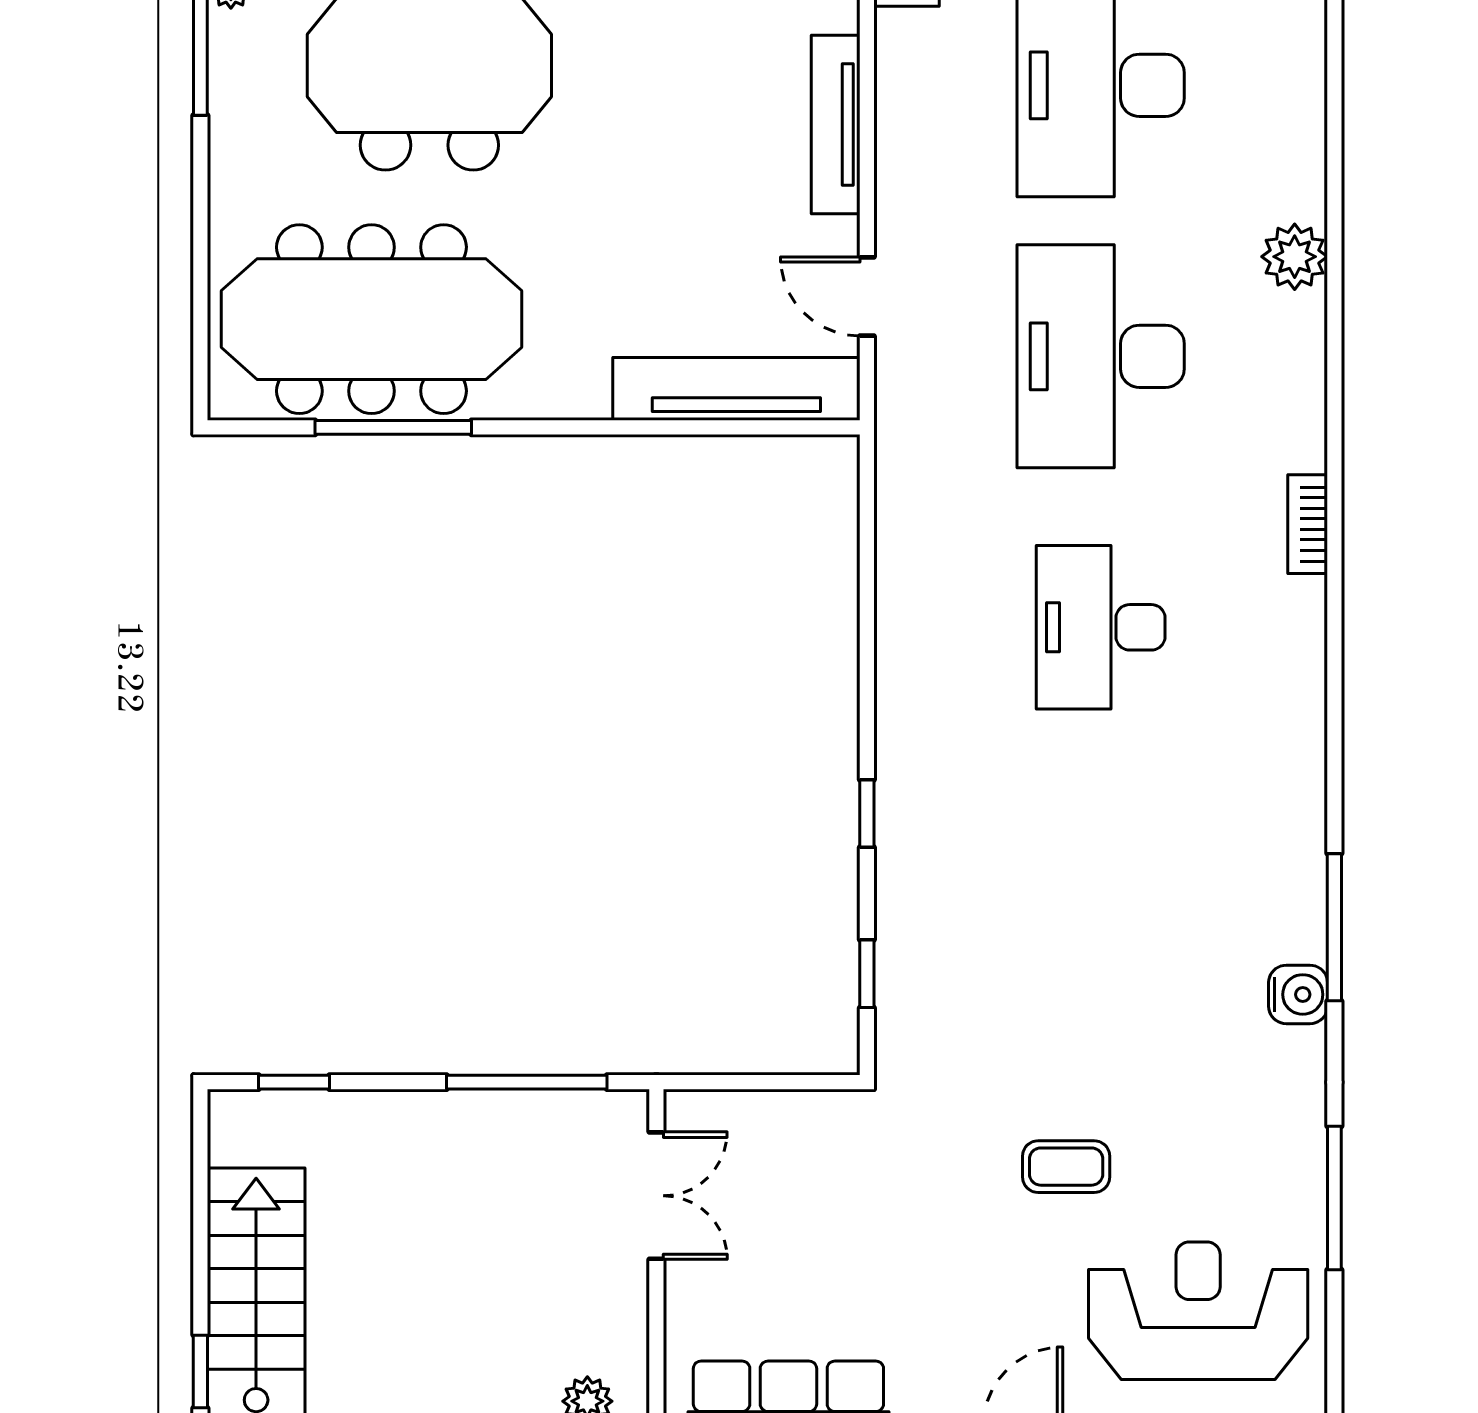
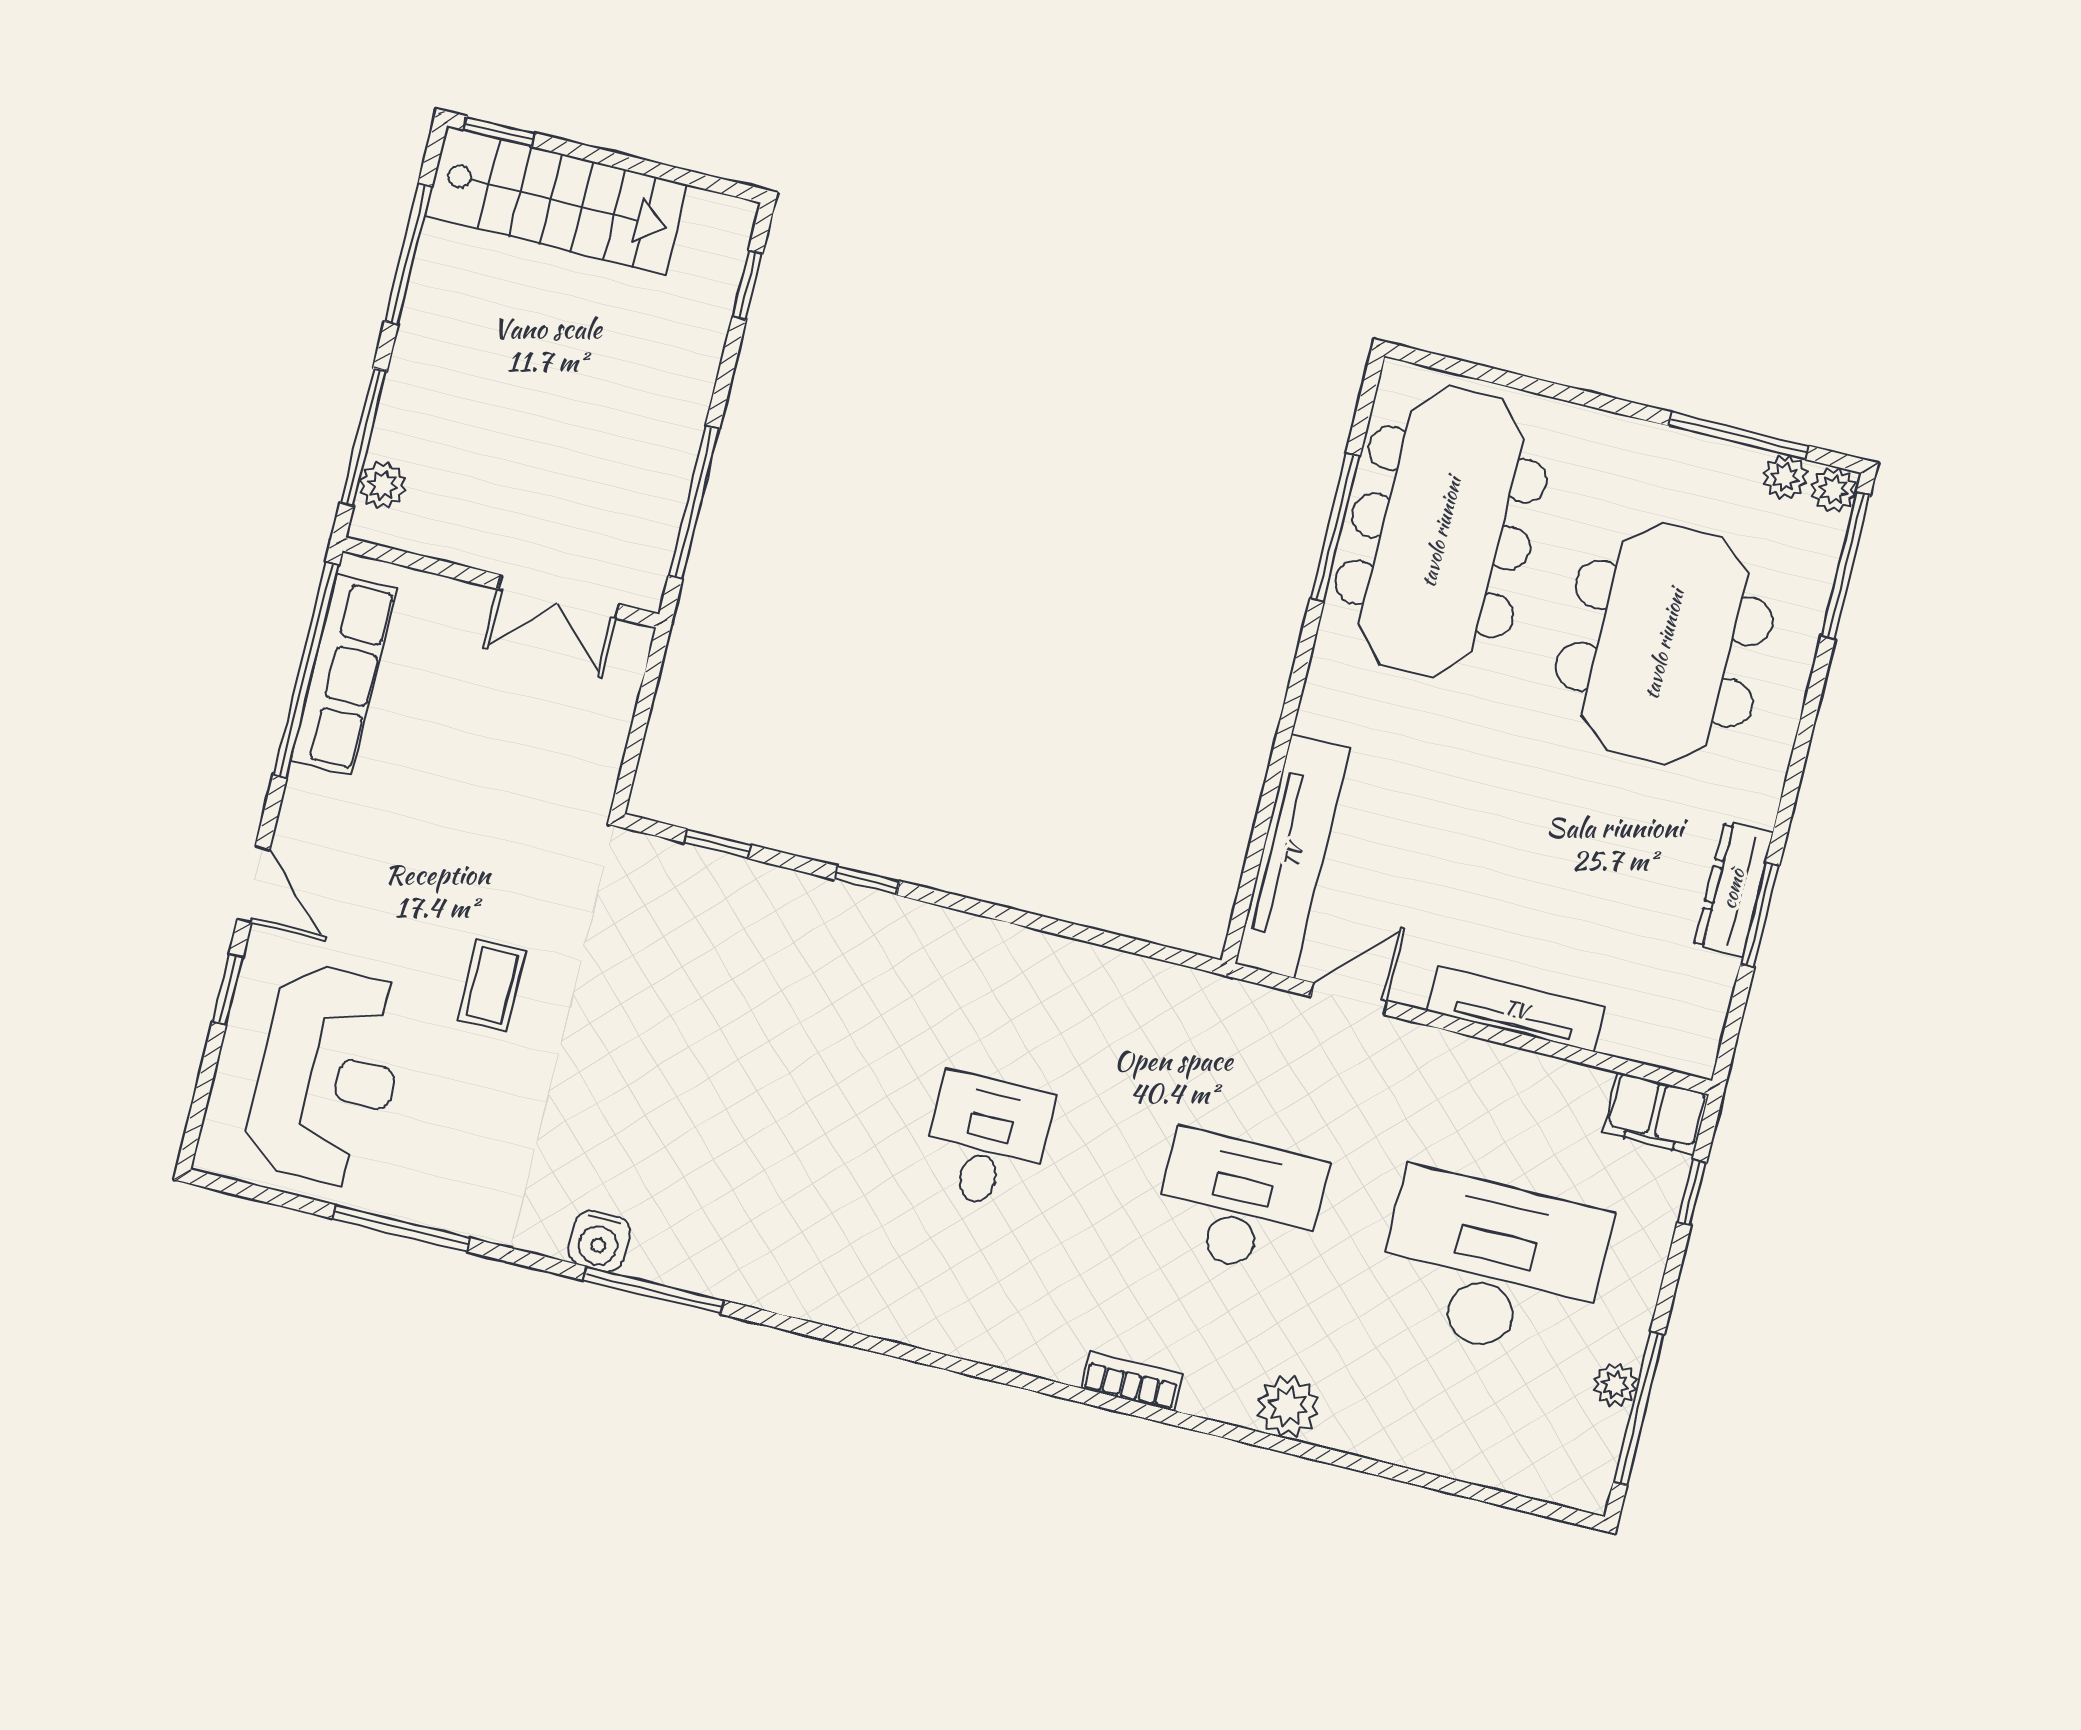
desk: (1101, 356) -> (1239, 1203), width x0.73, depth x0.77
bookcase: (1308, 524) -> (1132, 1381), moved
desk: (1101, 627) -> (987, 1141), width x0.73

